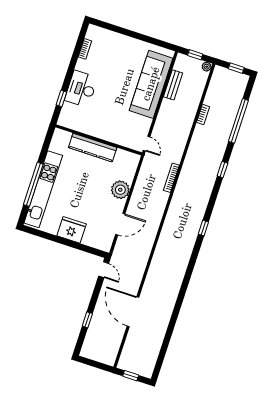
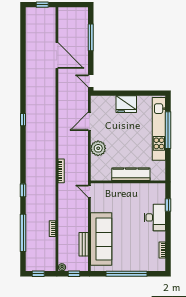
window: (135, 35) -> (127, 274), added
window: (203, 228) -> (23, 120), moved
window: (87, 320) -> (91, 37), width x2.17

